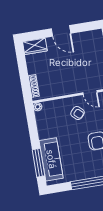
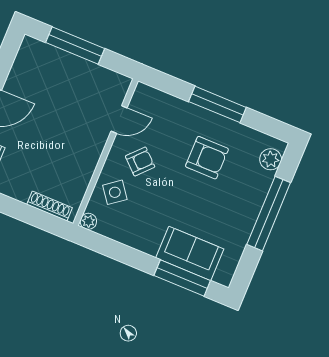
side table: (57, 110) -> (115, 192), added
sofa: (51, 159) -> (190, 253), width x0.73

